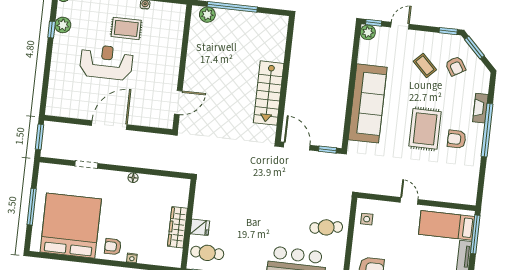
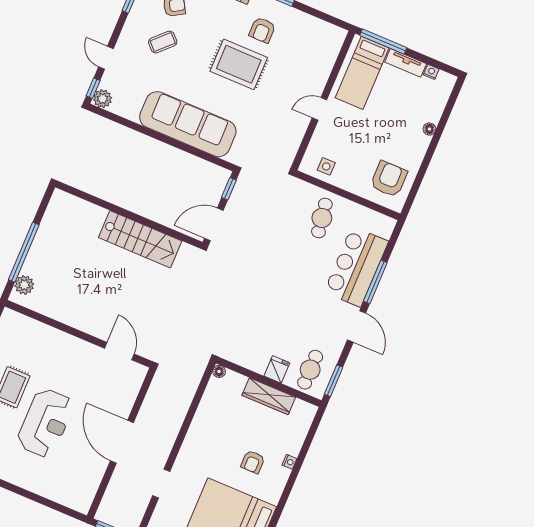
reception desk: (106, 62) -> (45, 423), turned 180
floor lamp: (133, 178) -> (219, 371), moved
armchair: (113, 247) -> (253, 462), moved

